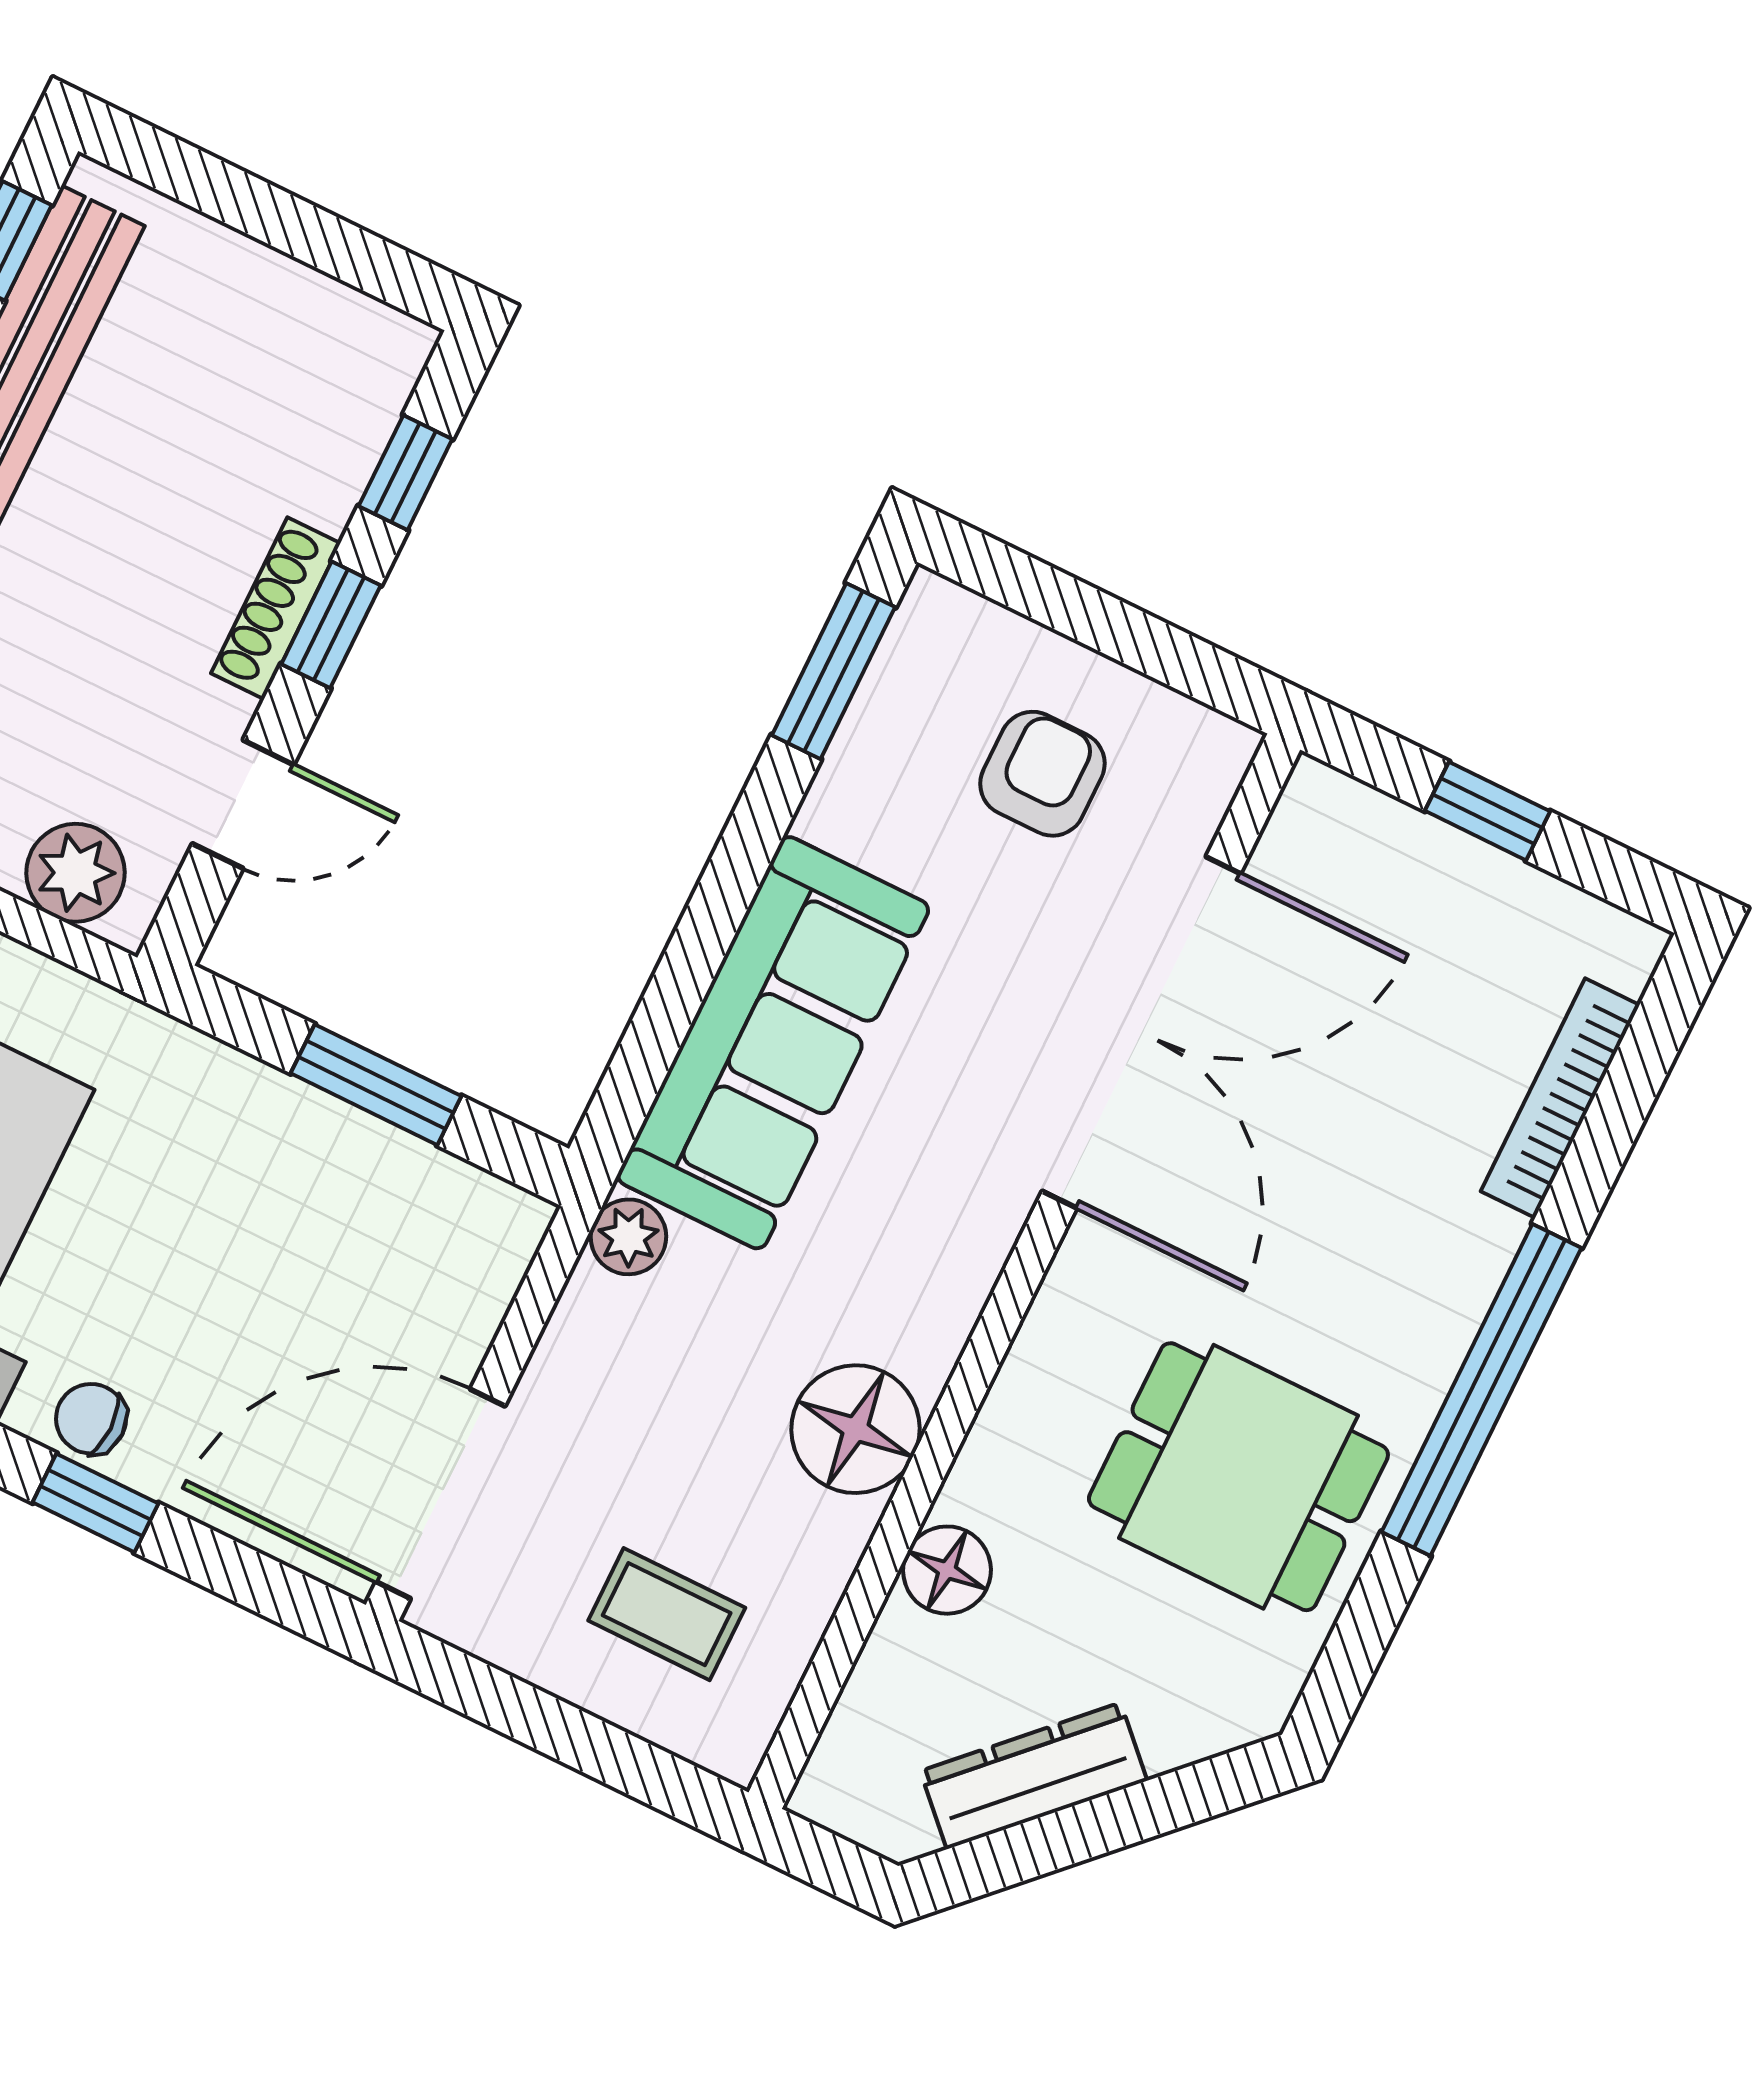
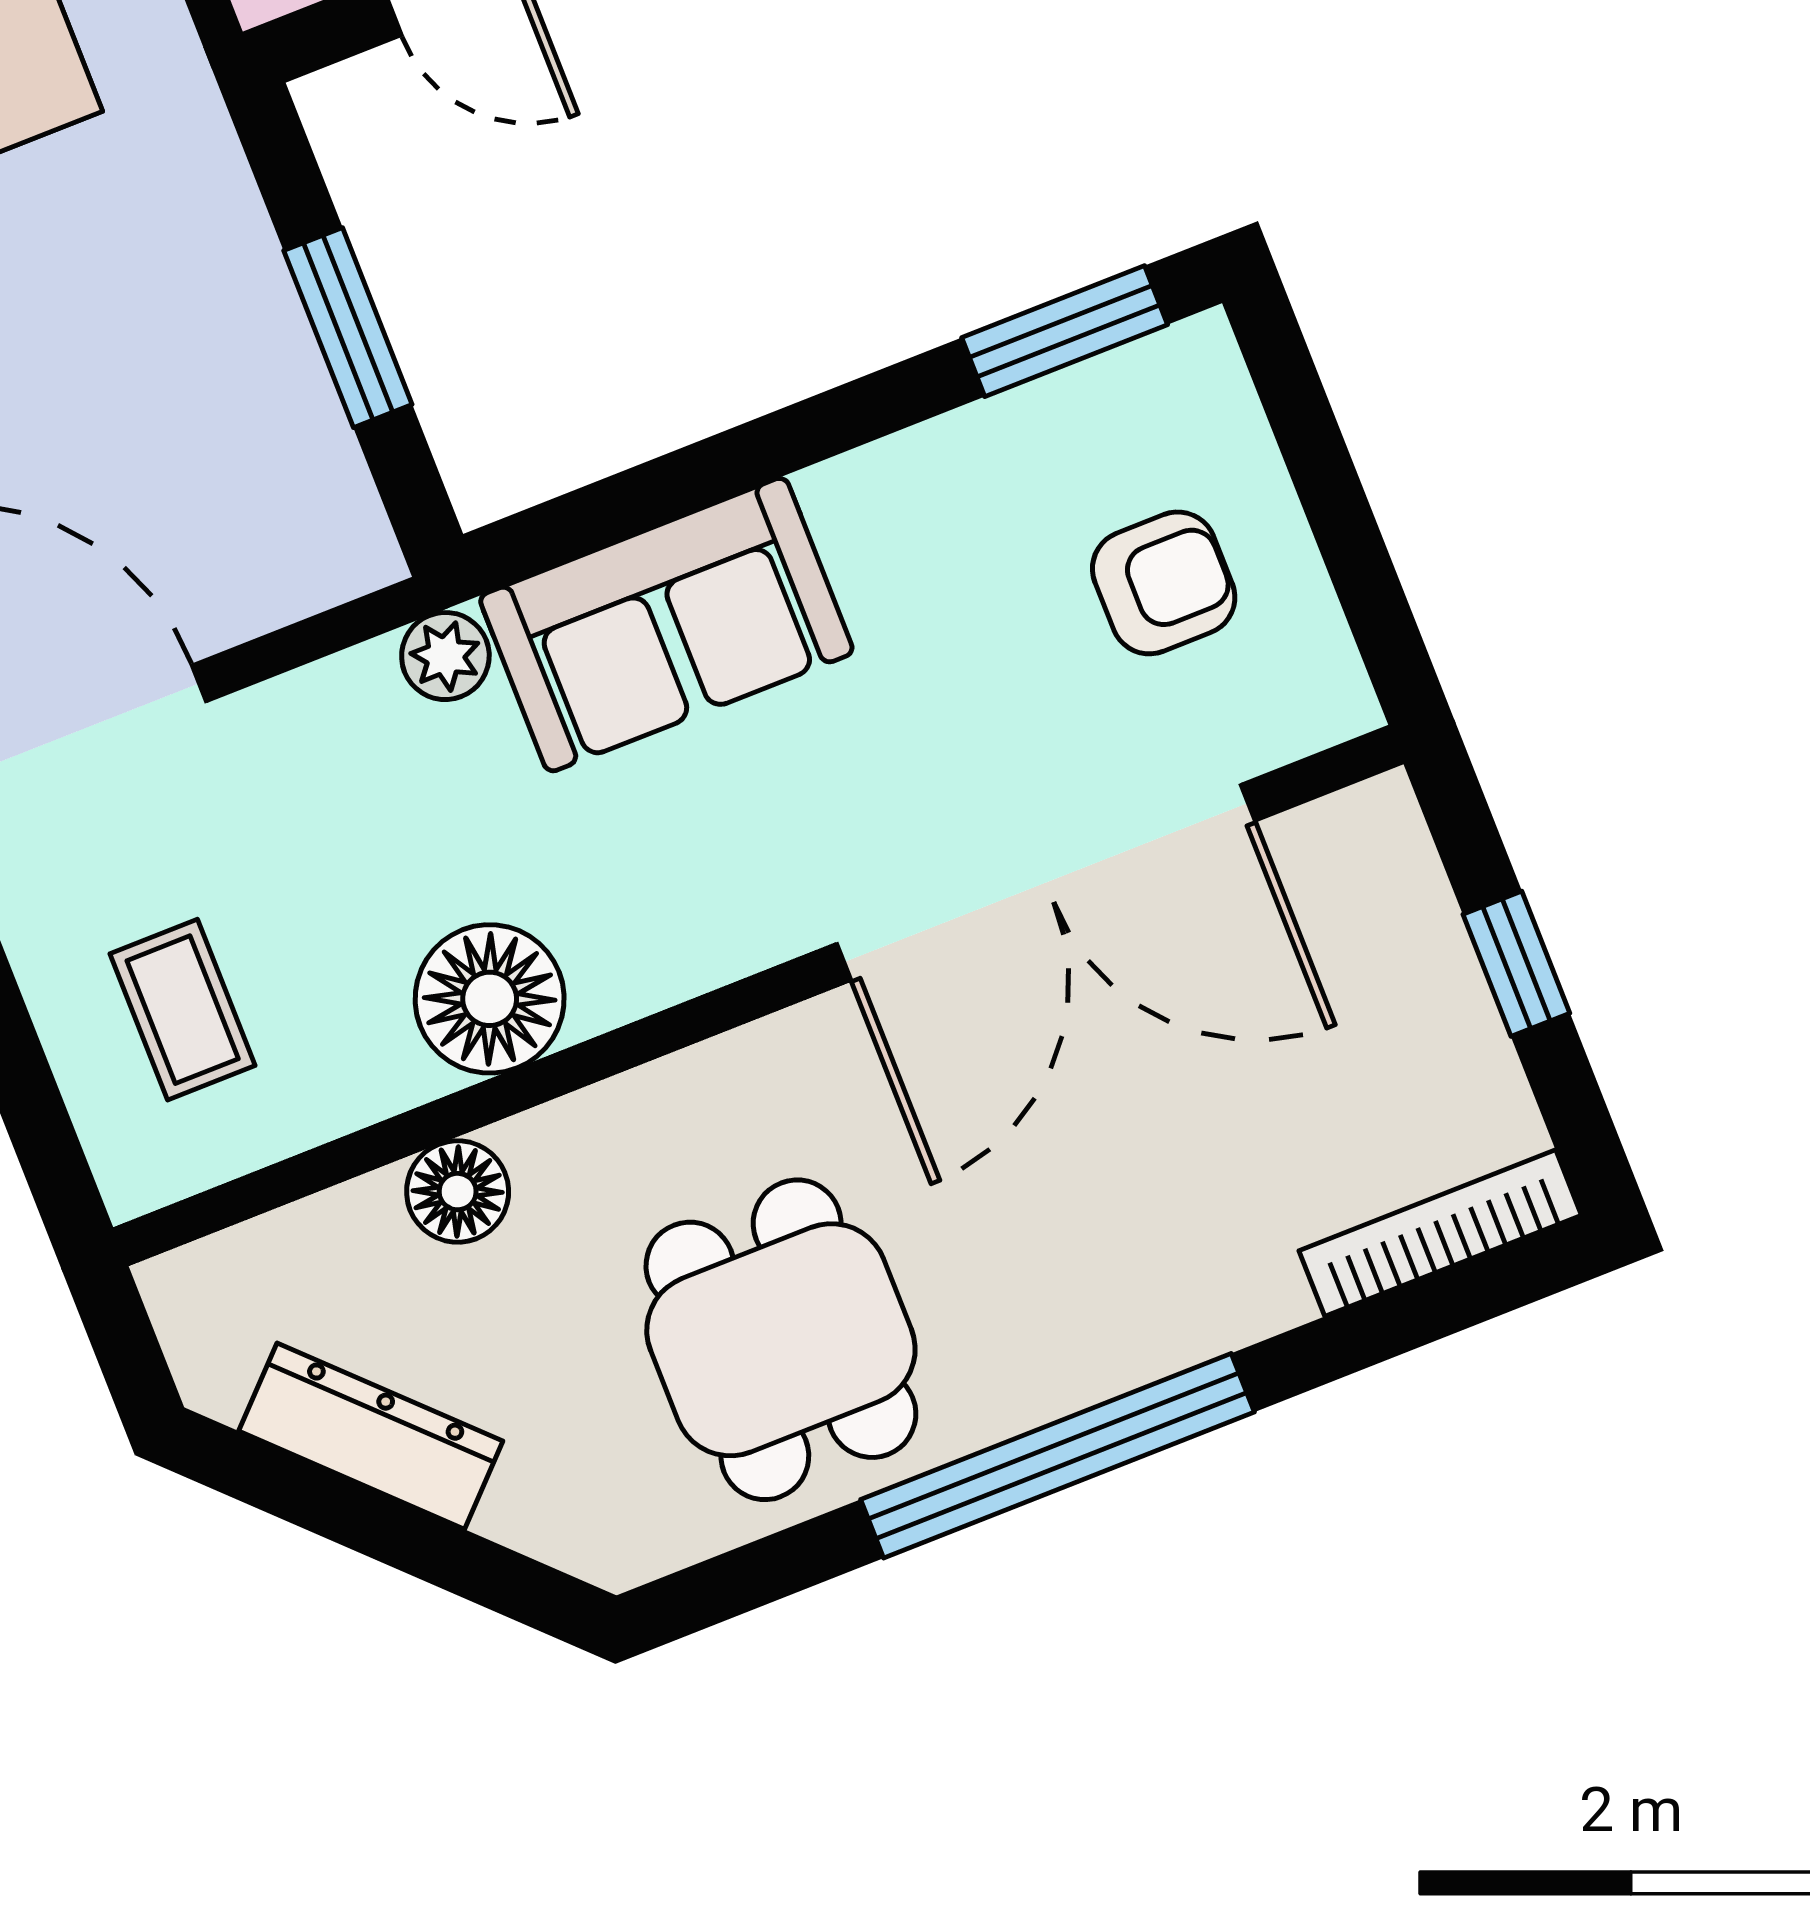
sofa: (773, 1043) -> (666, 625), width x0.73
bookcase: (1560, 1098) -> (1440, 1233), moved

